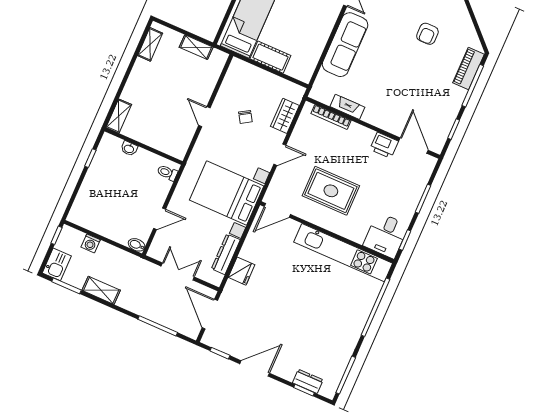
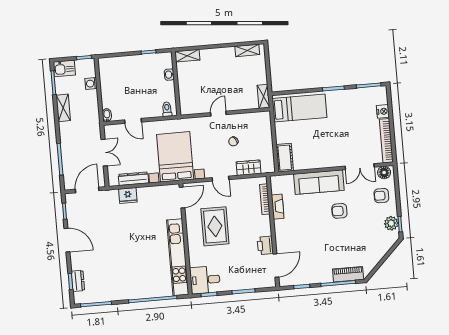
armchair: (427, 34) -> (339, 211), moved
shelving: (196, 47) -> (263, 96), moved
cot: (270, 57) -> (285, 158), moved
door: (277, 210) -> (182, 197), swing flipped

